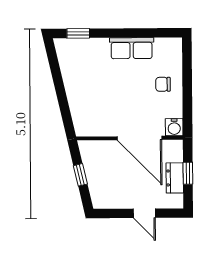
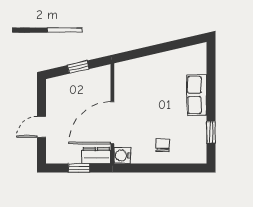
window: (78, 33) -> (211, 132), moved
row of seats: (132, 48) -> (197, 95), moved
dresser: (175, 178) -> (96, 156), moved

